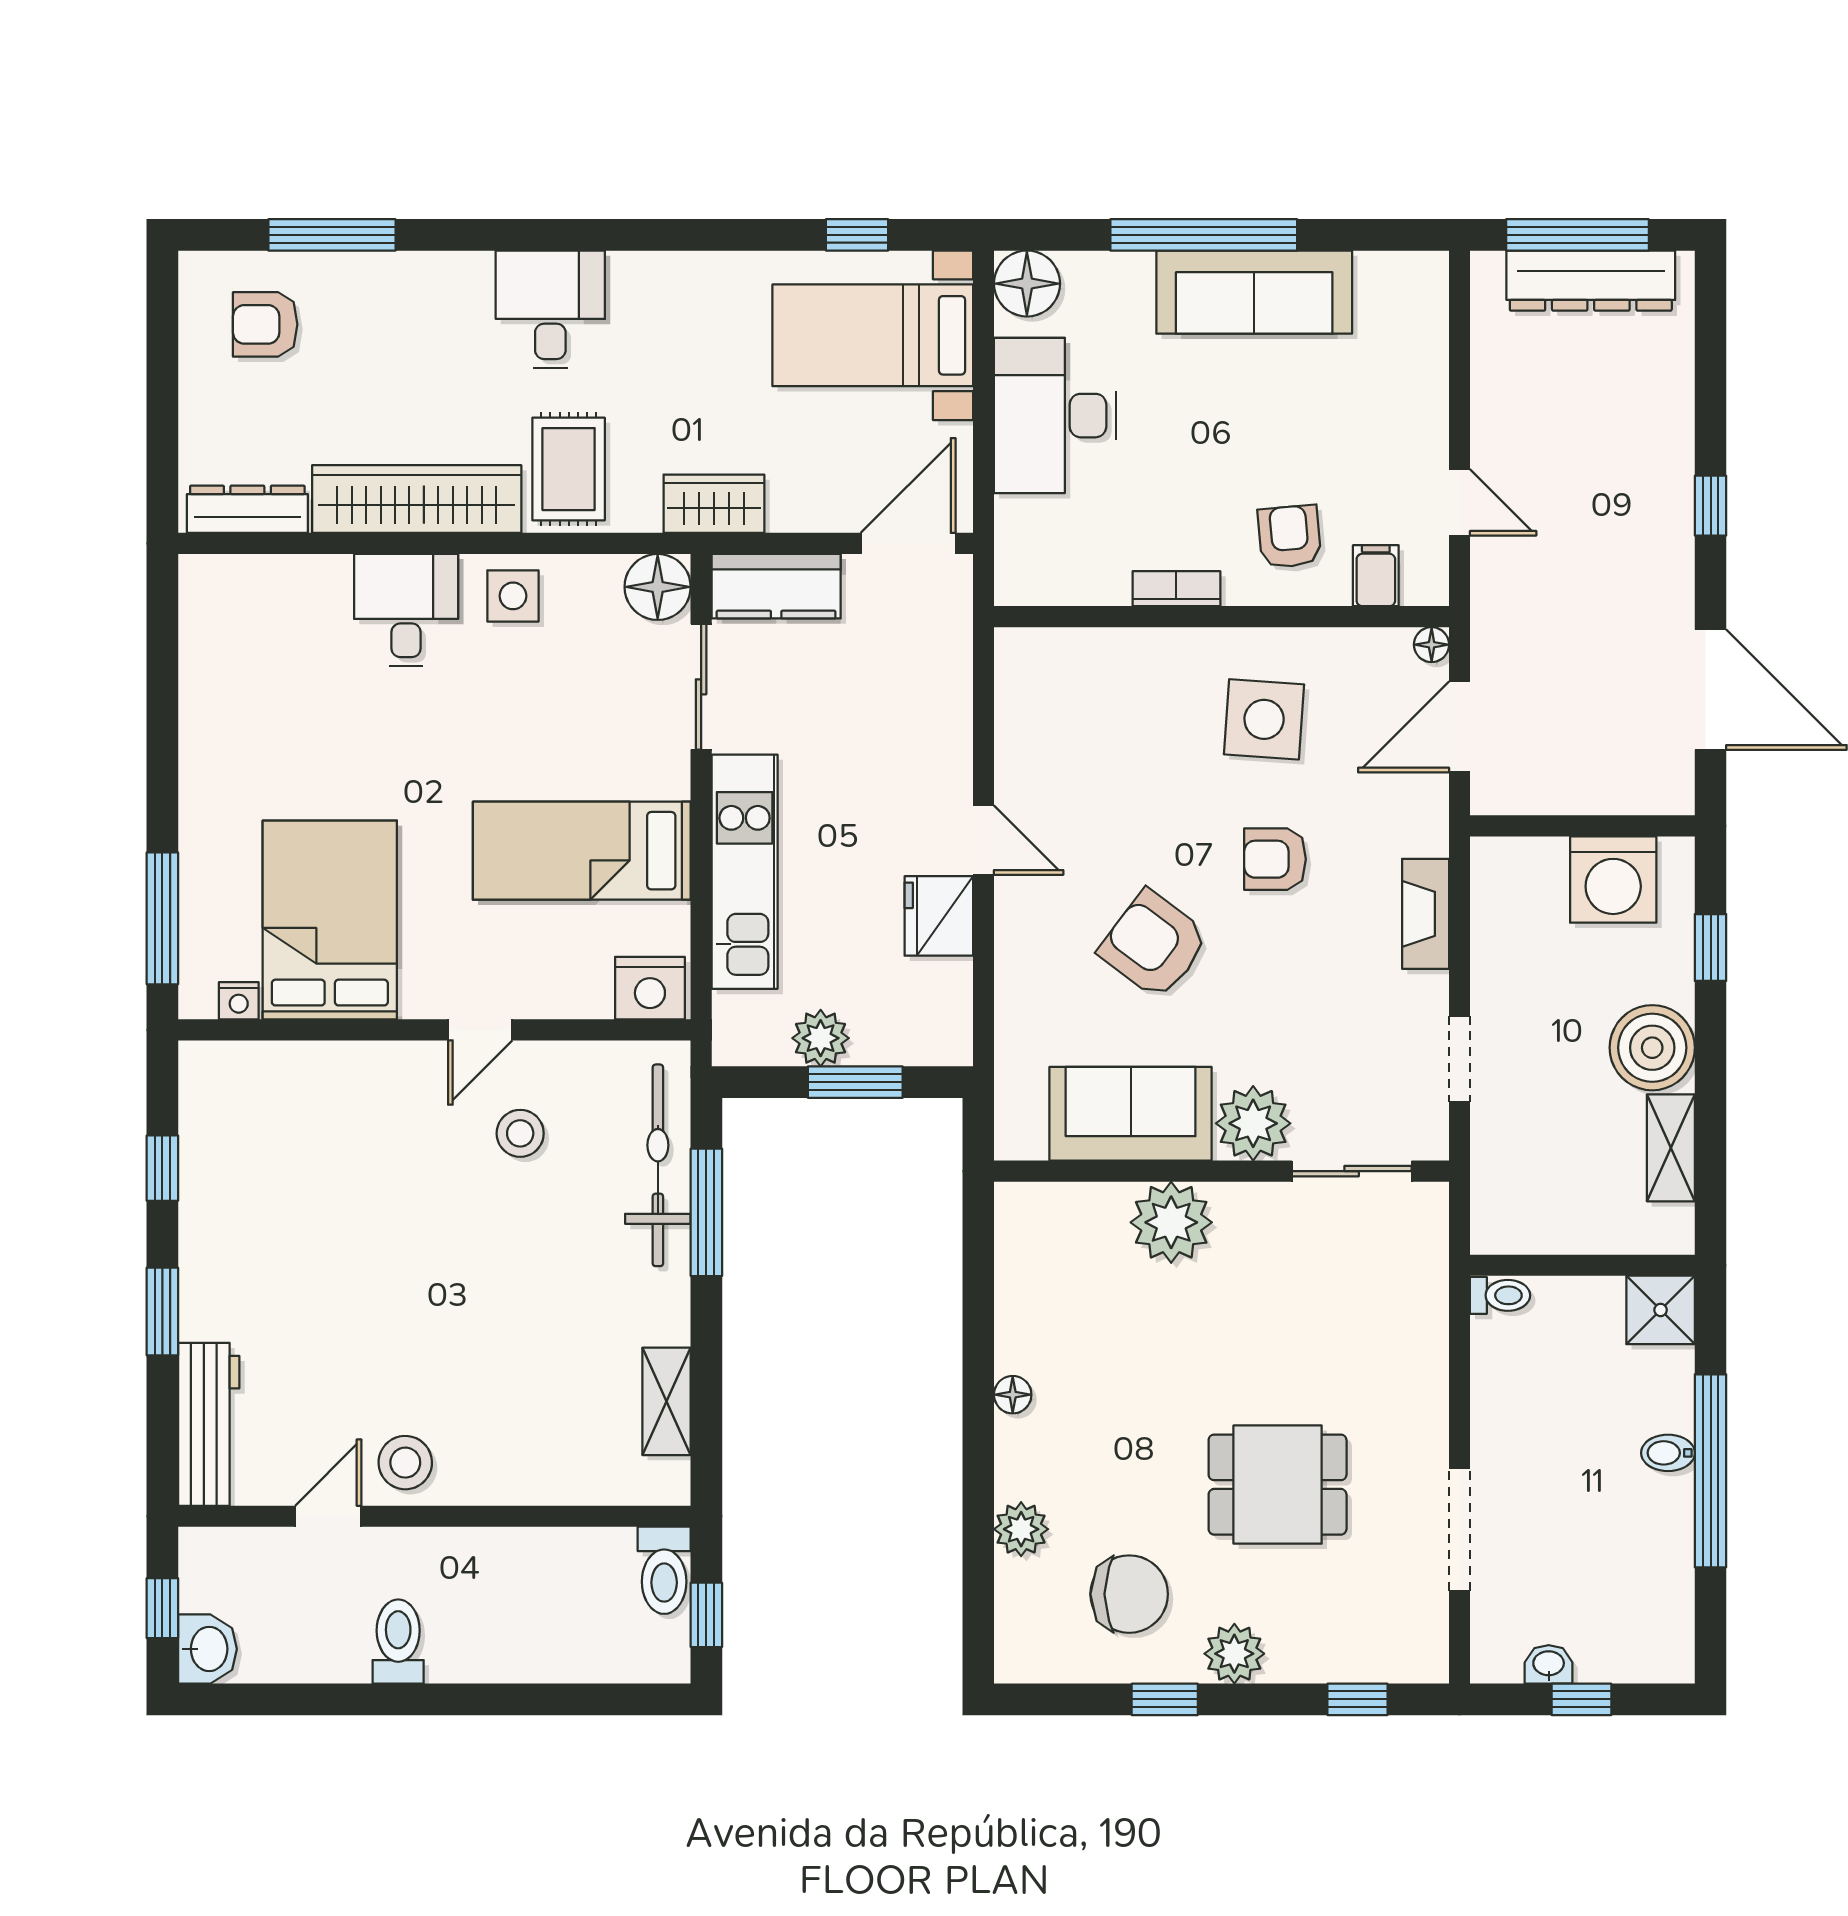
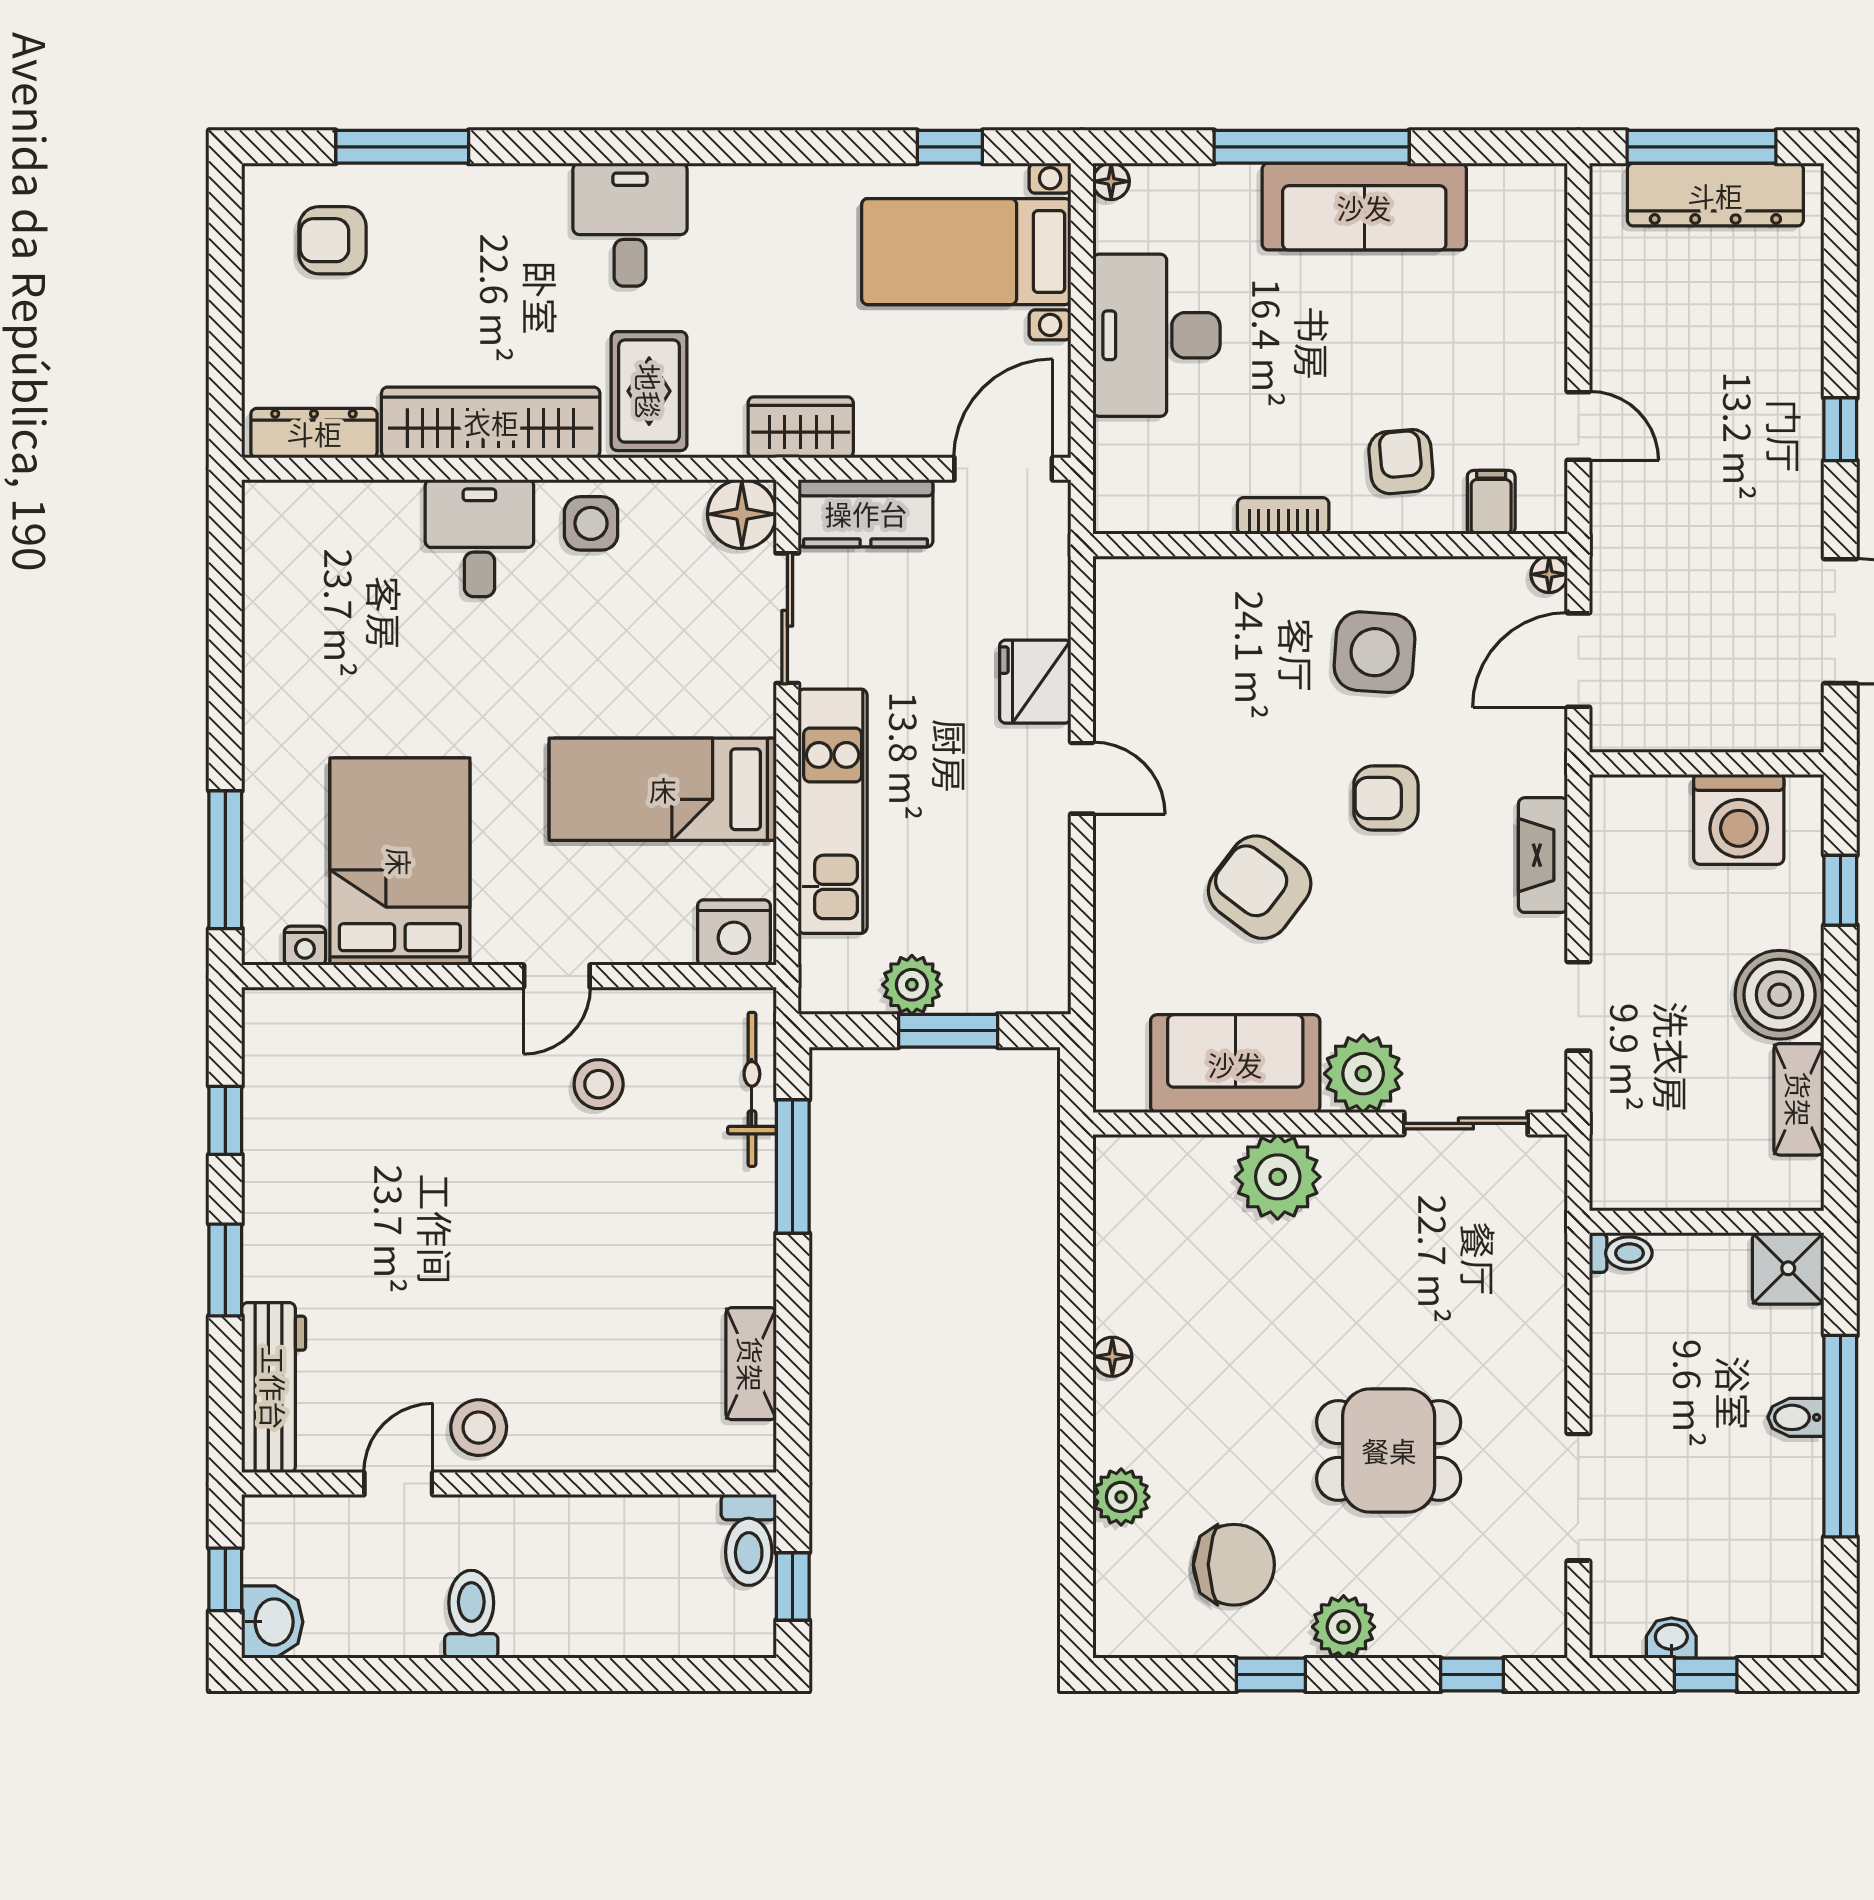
floor lamp: (1027, 284) -> (1111, 181), width x0.53, depth x0.53
fridge: (939, 916) -> (1035, 682), moved
bicycle: (658, 1165) -> (752, 1089), width x0.73, depth x0.71

